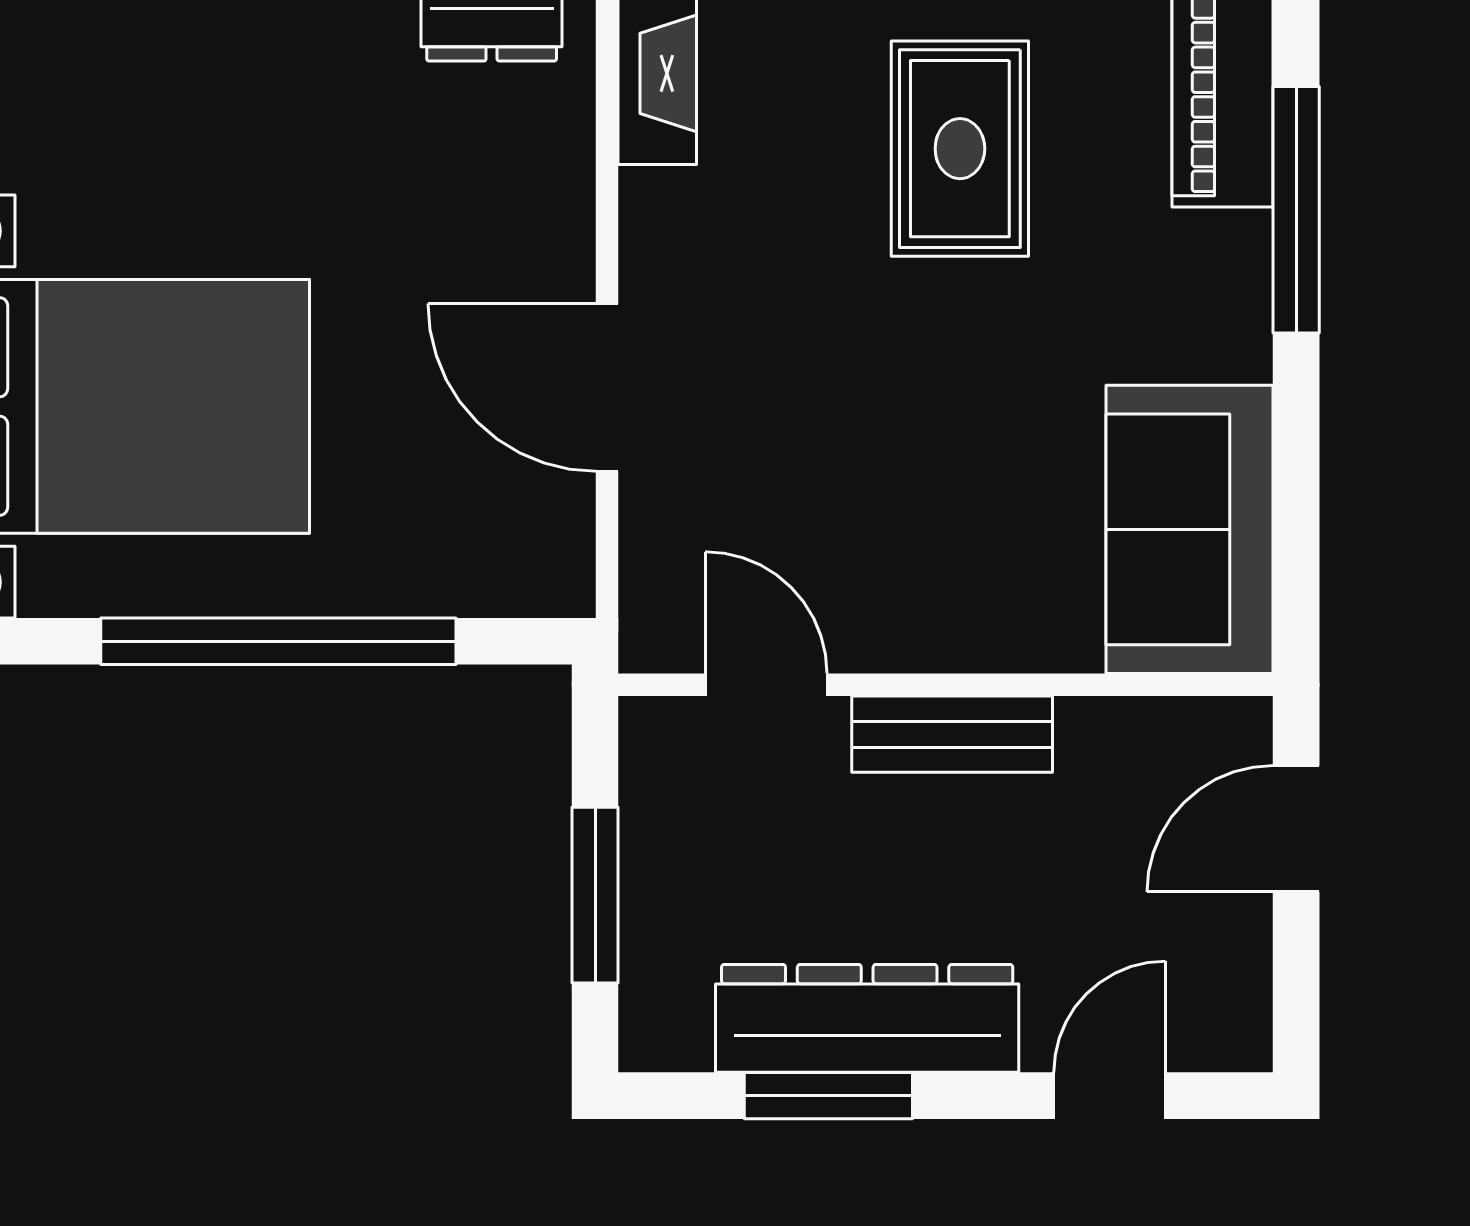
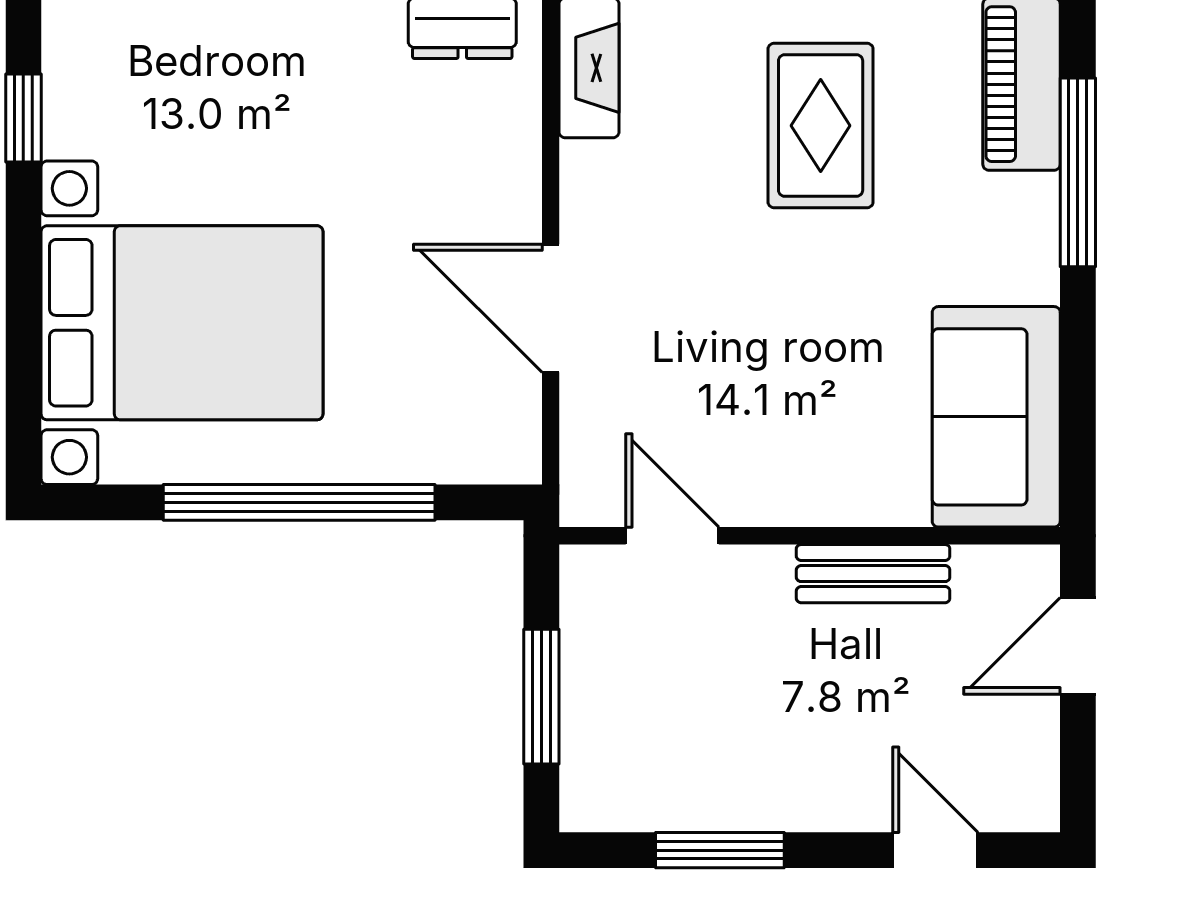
bench: (952, 734) -> (873, 574), moved
dresser: (867, 1018) -> (750, 791), removed
door: (1110, 1096) -> (935, 850), hinge flipped

